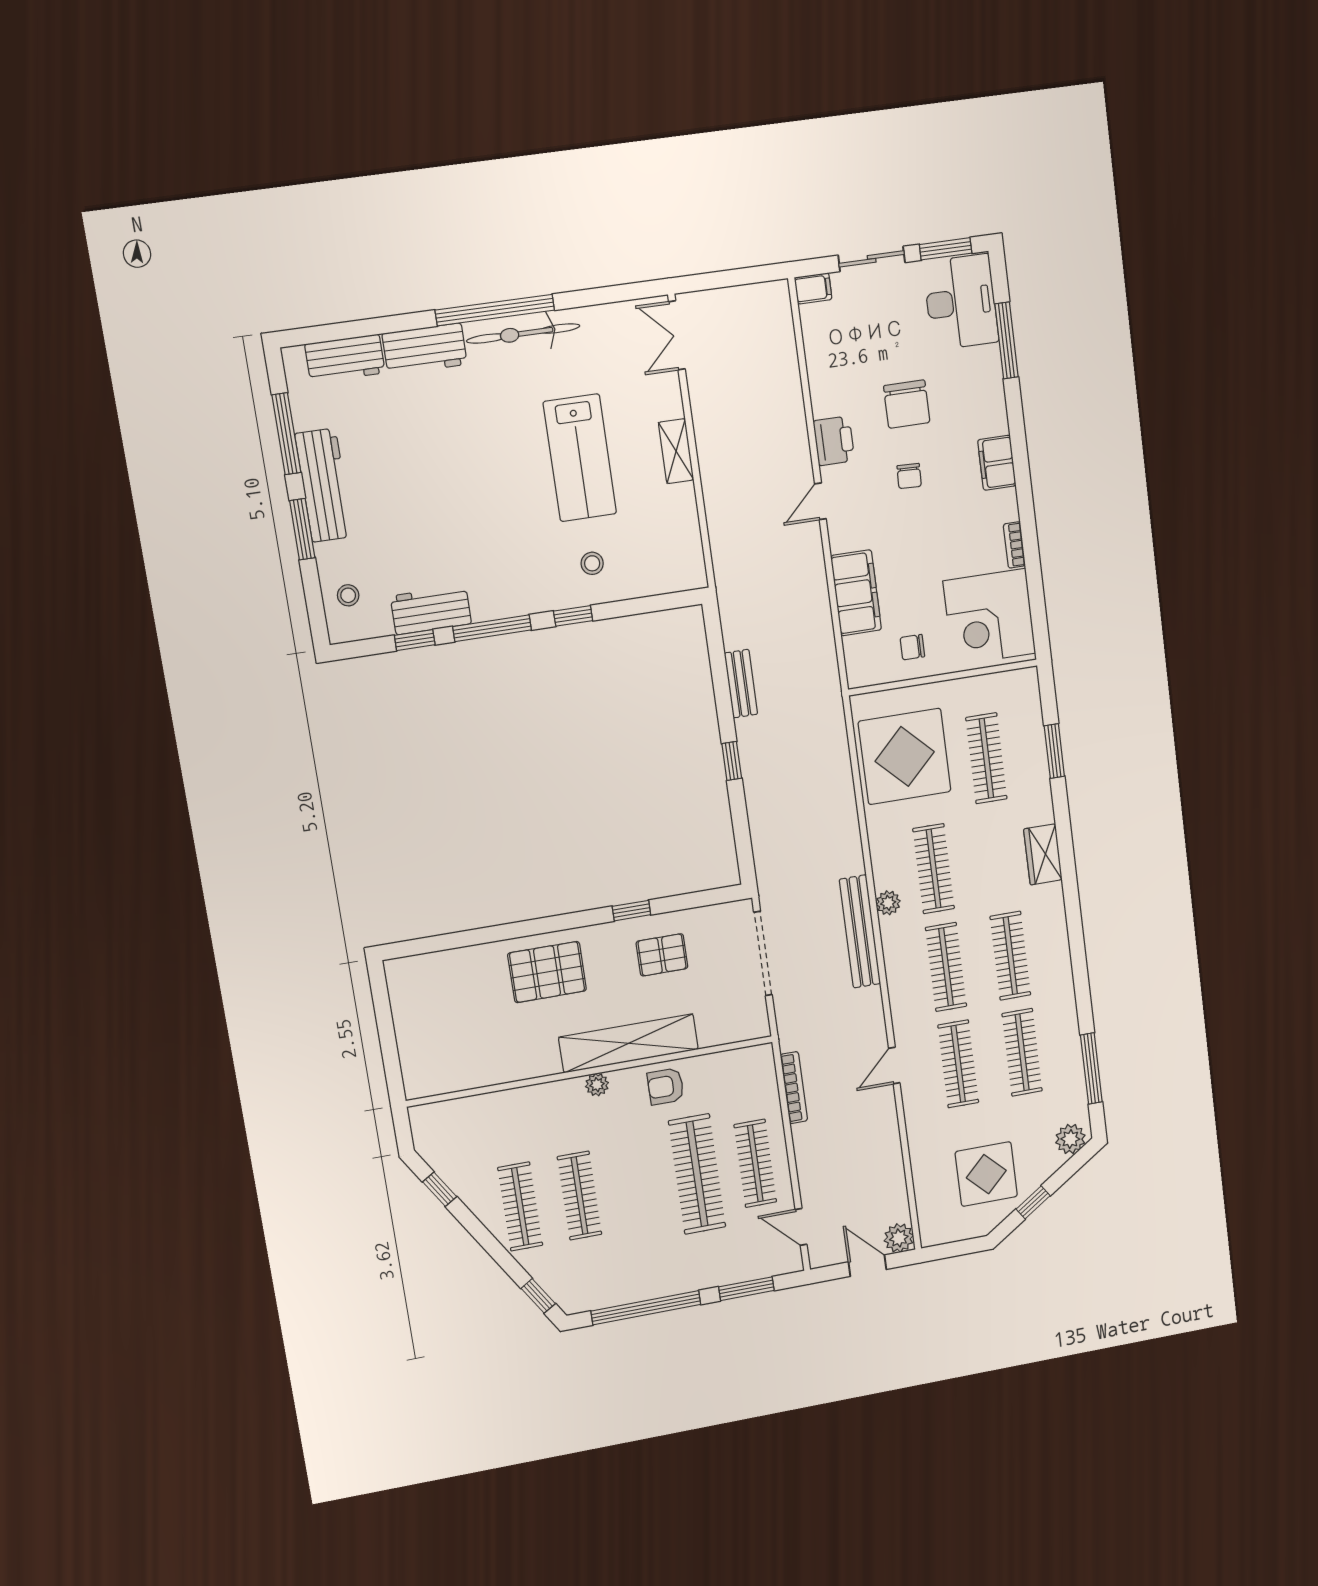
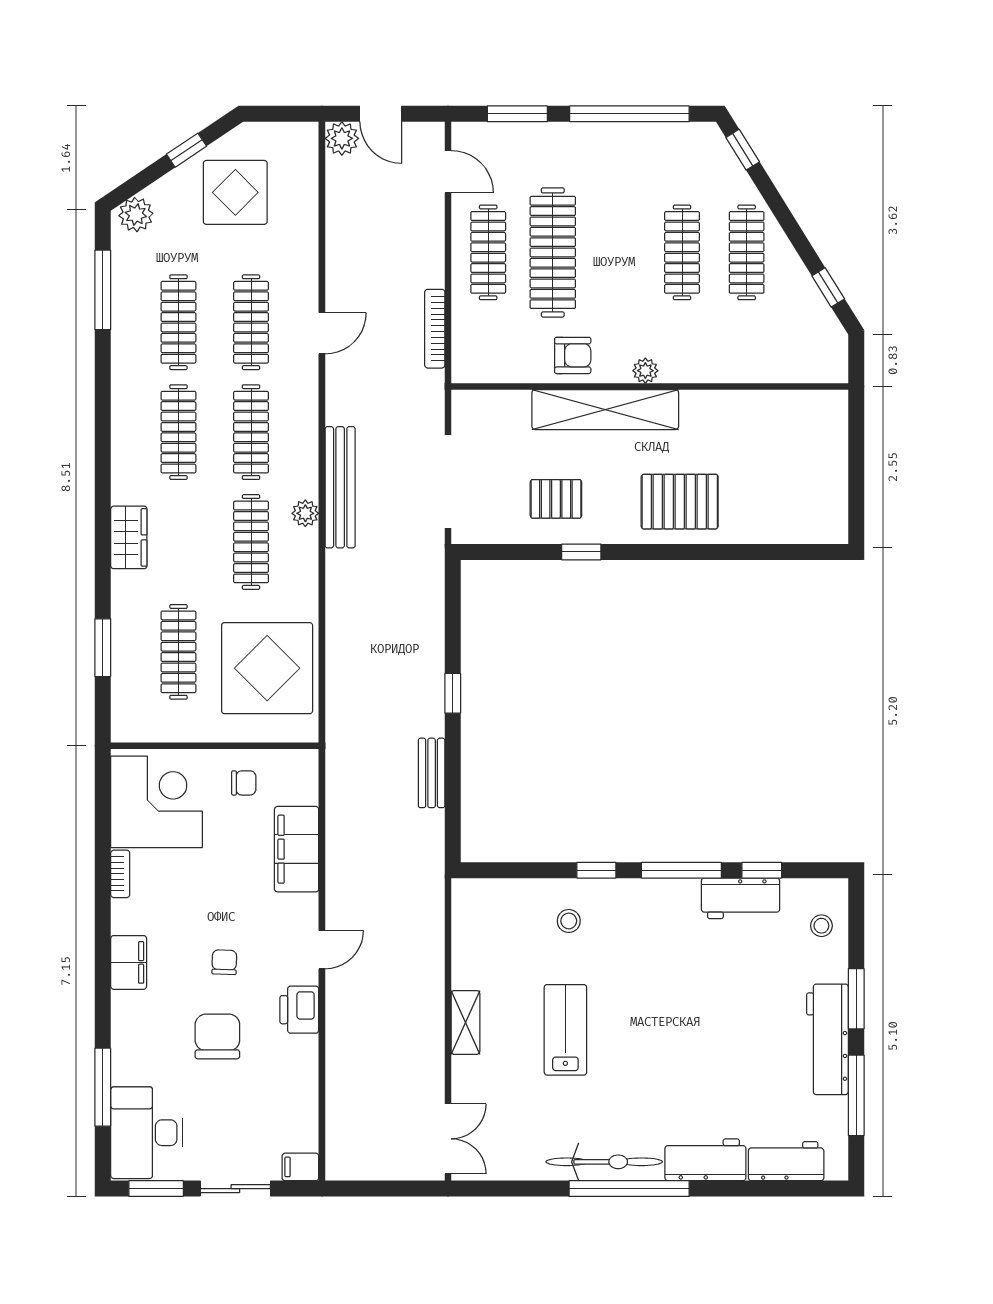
lab bench: (580, 458) -> (565, 1030), width x0.73, depth x0.72

